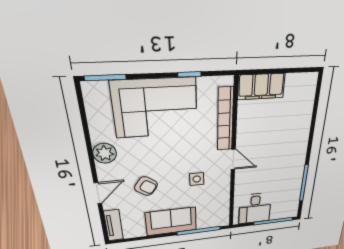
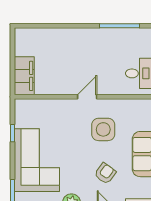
bookcase: (225, 119) -> (50, 105), removed
side table: (197, 179) -> (103, 129), width x1.87, depth x1.87

